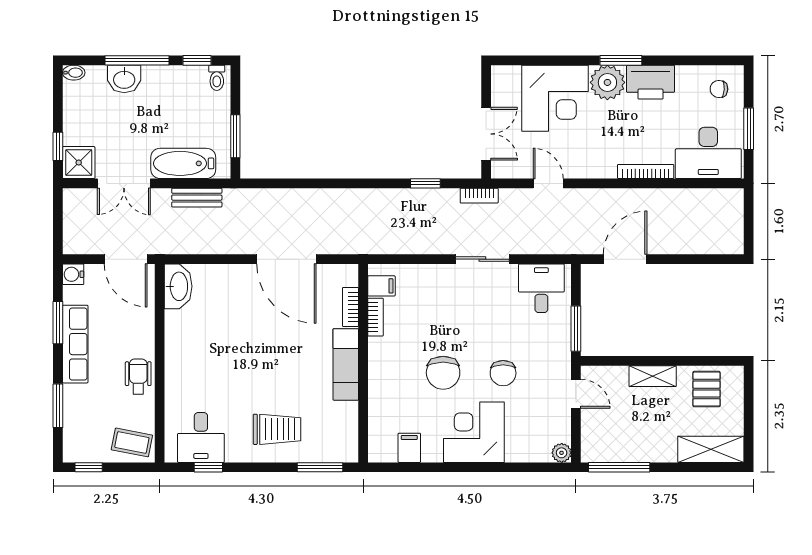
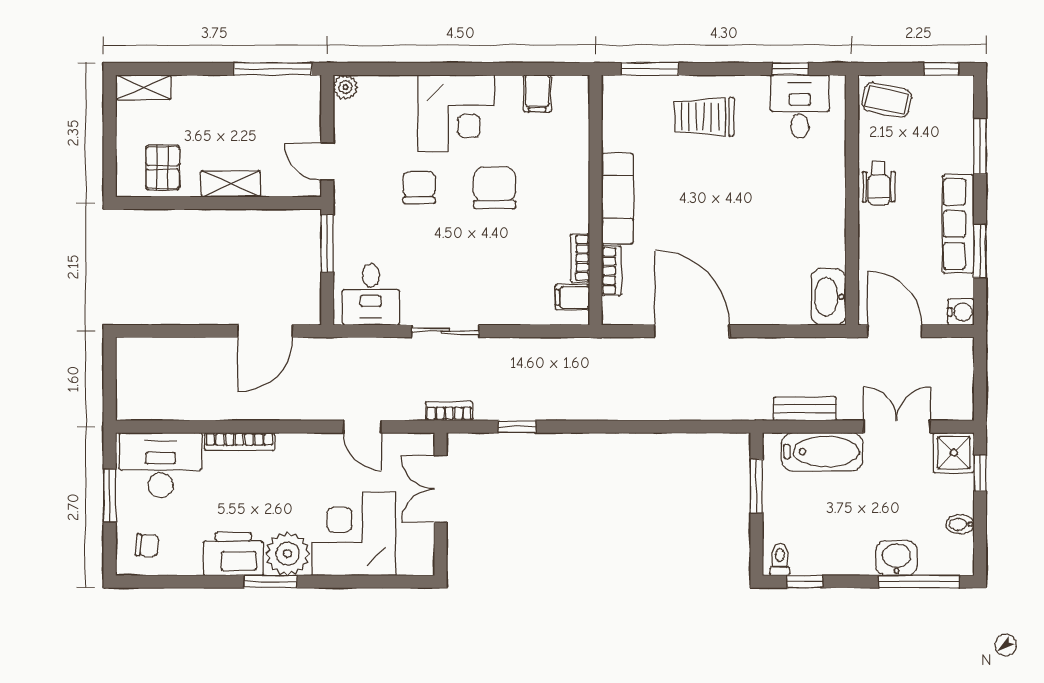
window: (137, 60) -> (919, 582), moved
bidet: (74, 73) -> (960, 524), moved
shelving: (711, 449) -> (143, 87), width x0.67, depth x0.75

